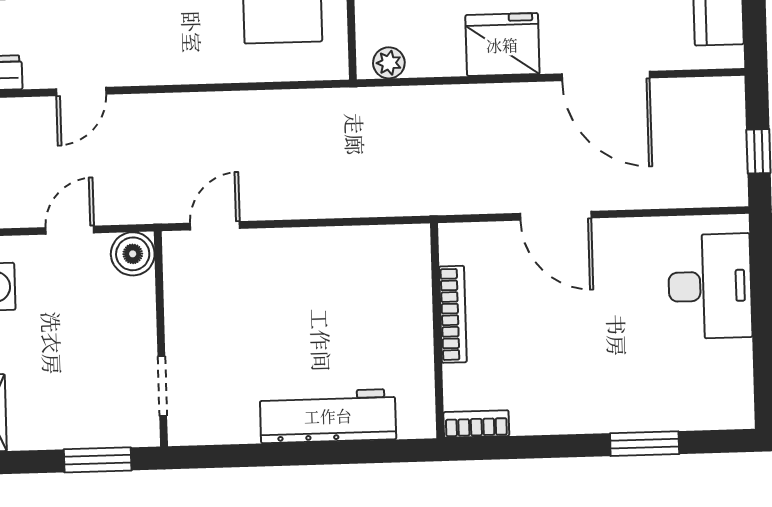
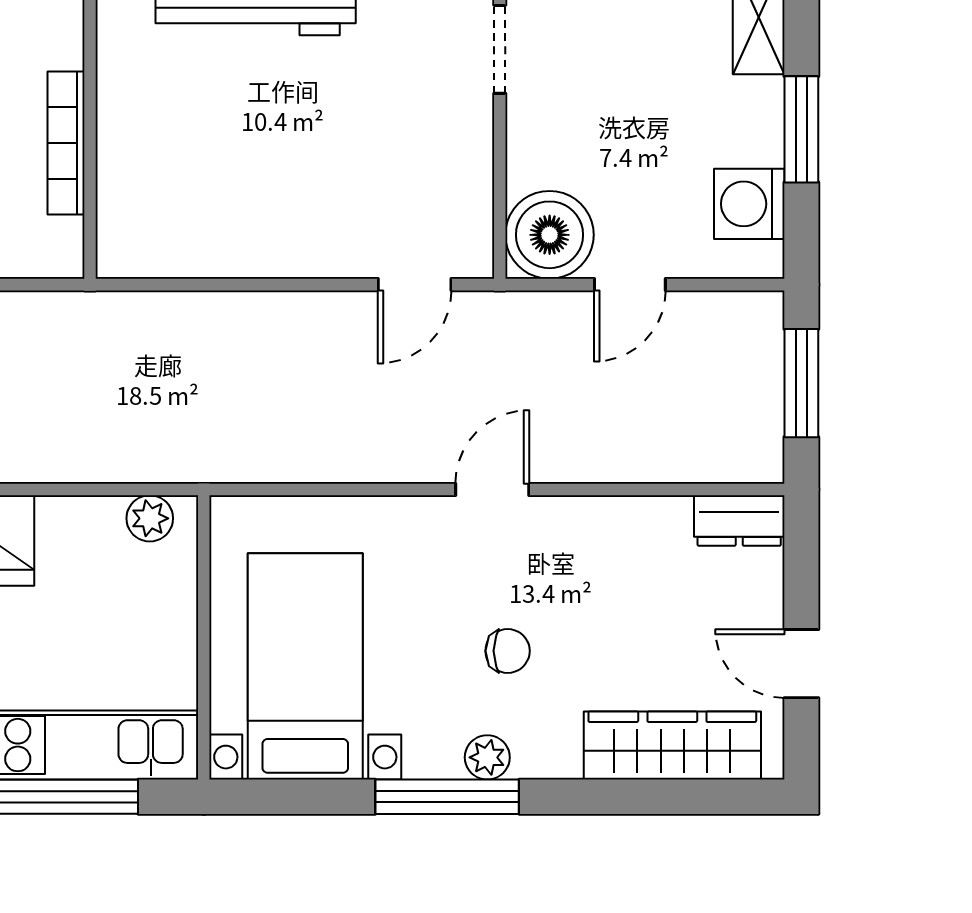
door: (81, 92) -> (492, 489), moved
boiler: (133, 254) -> (550, 235), width x1.37, depth x1.37

